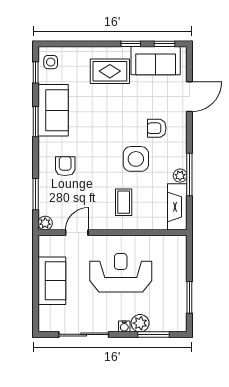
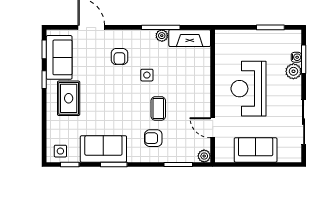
side table: (136, 159) -> (147, 75), width x0.54, depth x0.54
coffee table: (124, 202) -> (158, 108), moved, turned 90
water cooler: (124, 326) -> (296, 57), moved

